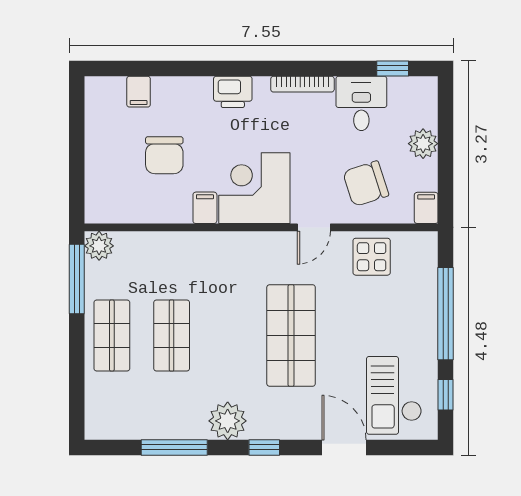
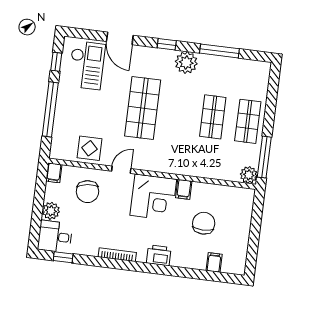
desk: (361, 103) -> (55, 237), moved, turned 90
chair: (366, 184) -> (88, 192), turned 100

